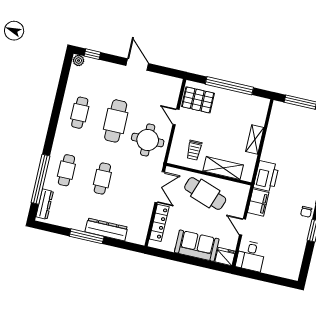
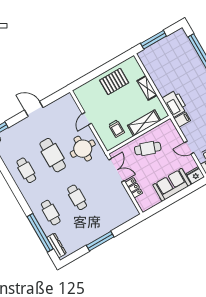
window: (229, 86) -> (102, 70), removed
pallet: (198, 100) -> (114, 81), moved
door: (176, 117) -> (87, 119), hinge flipped
cafe table: (205, 194) -> (148, 149), width x0.73, depth x0.74
filing cabinet: (258, 203) -> (182, 120), width x0.50
locker: (159, 223) -> (134, 188), width x0.66
dresser: (106, 229) -> (108, 226), removed

